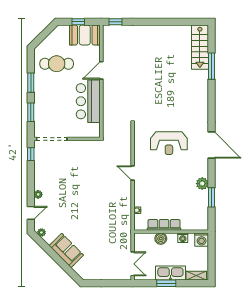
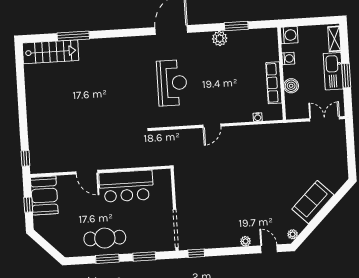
cafe table: (57, 64) -> (105, 238), moved, turned 90

